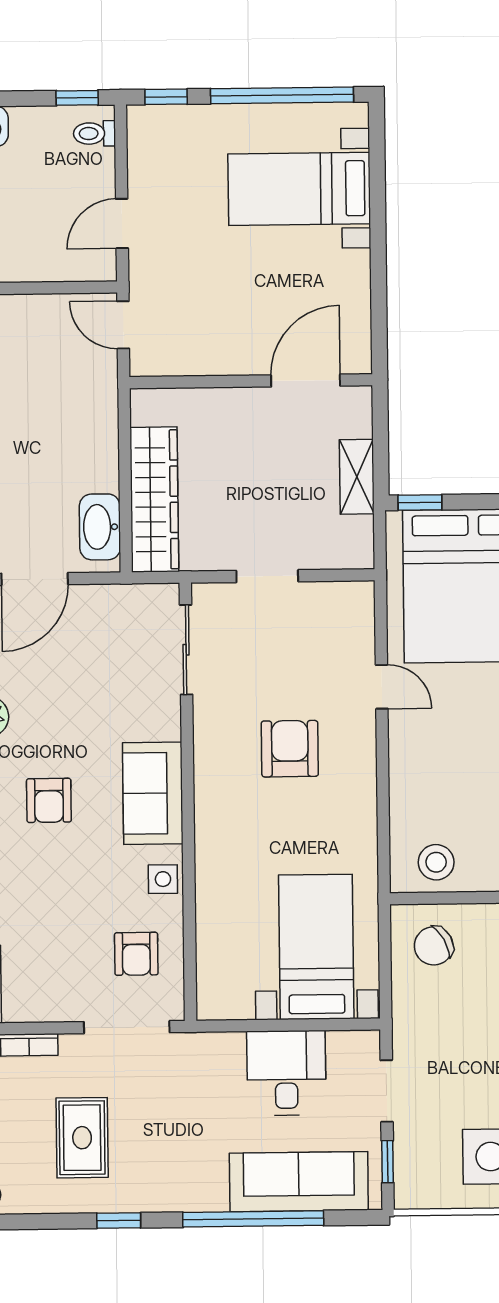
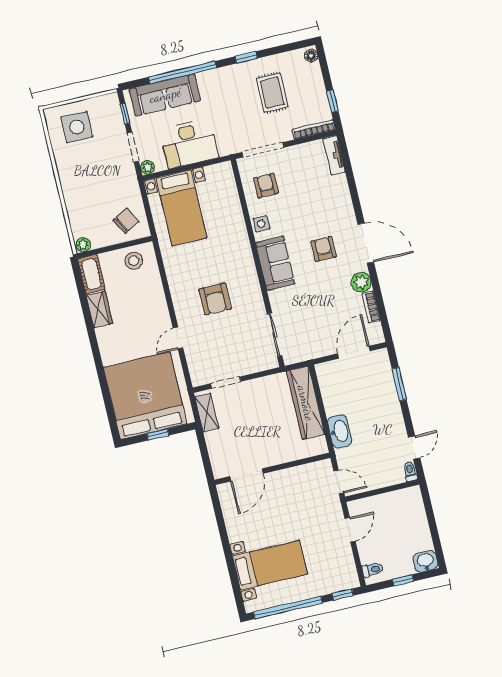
window: (77, 98) -> (403, 580), moved
shelving: (357, 477) -> (207, 413), moved
window: (420, 502) -> (158, 434), moved
washbasin: (100, 527) -> (340, 431), moved
doorway: (267, 576) -> (226, 383), moved
door: (382, 687) -> (178, 338), hinge flipped
plant: (366, 1044) -> (148, 167), added
desk: (286, 1073) -> (189, 143), width x1.37

